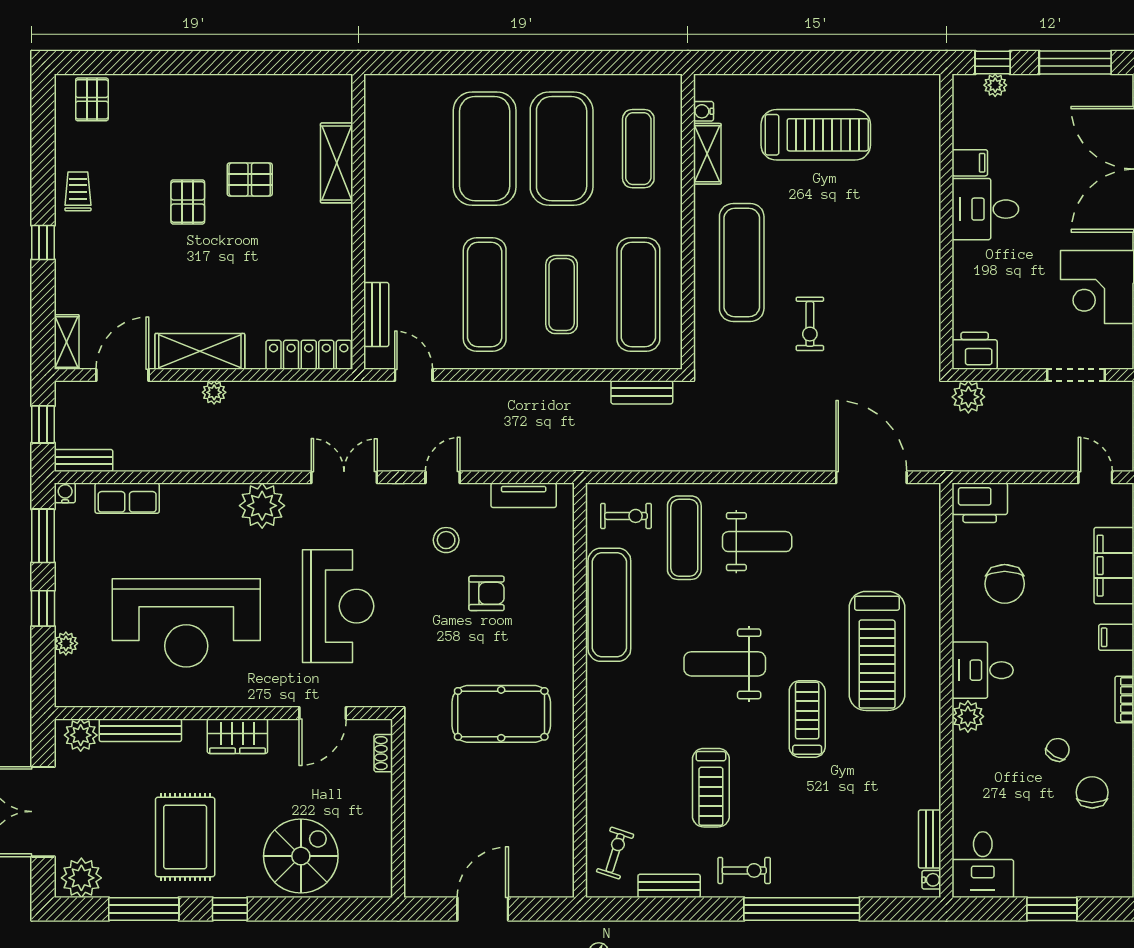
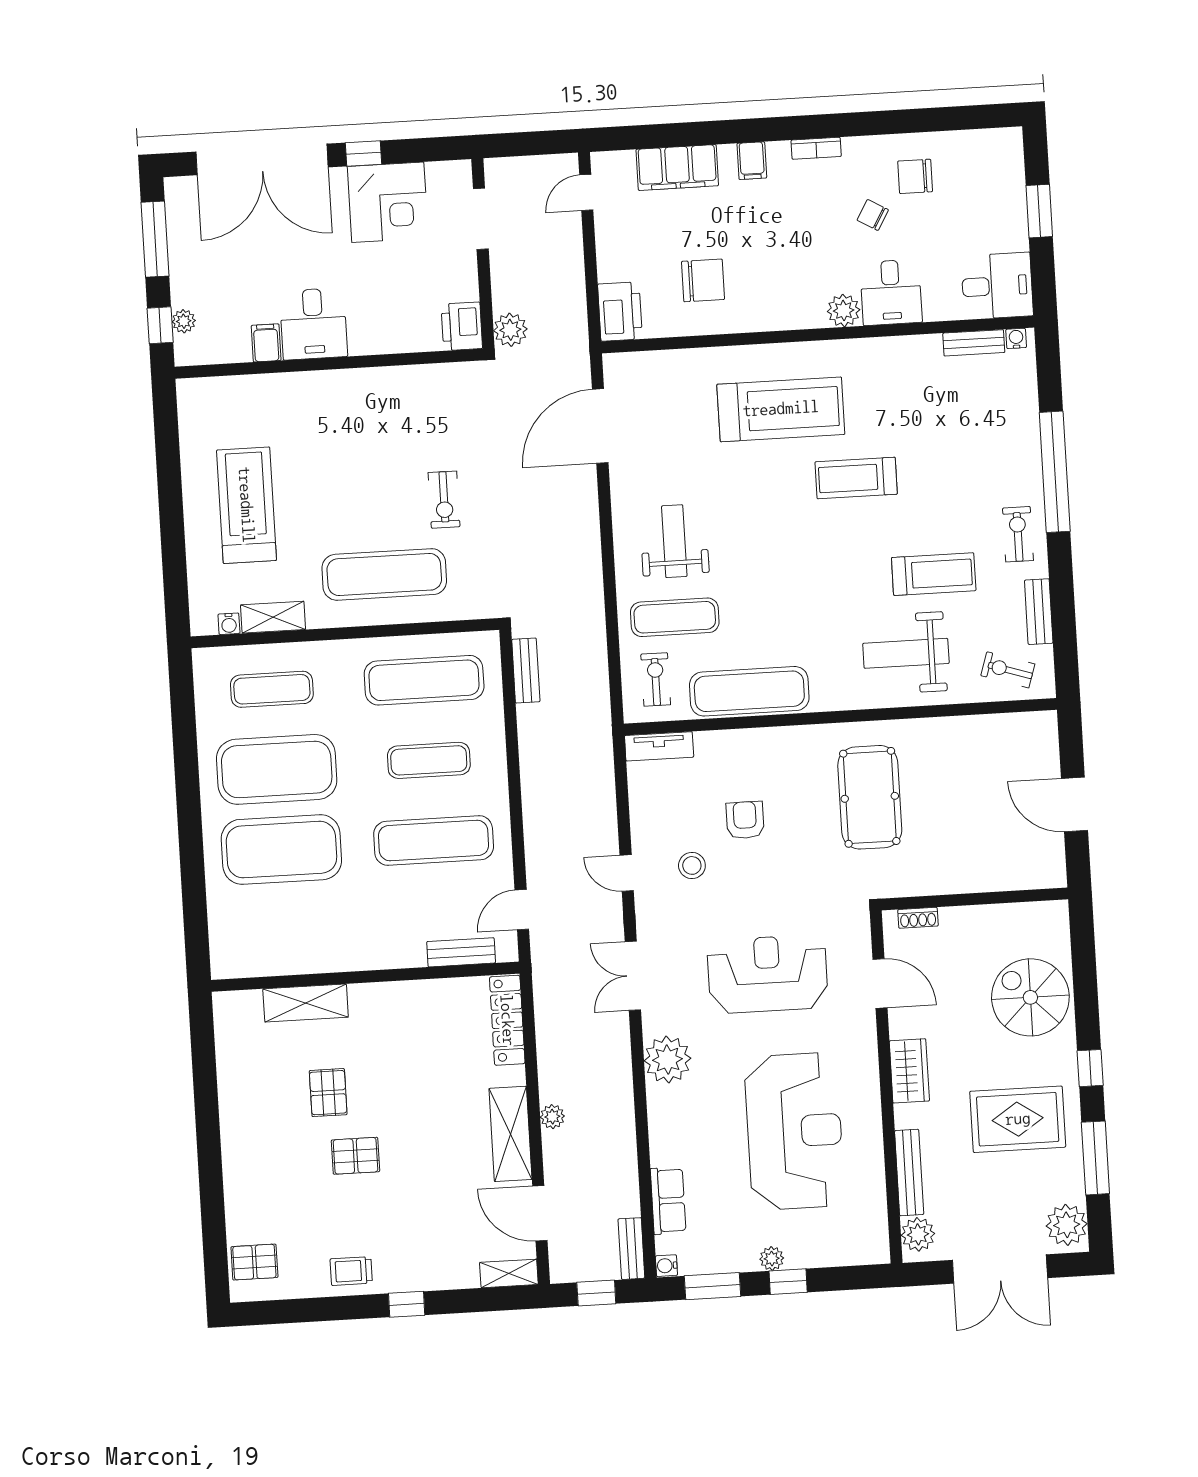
exercise bike: (810, 324) -> (444, 500), turned 90
tv unit: (524, 495) -> (659, 746), moved, turned 90
plant: (66, 643) -> (772, 1259), moved
weight bench: (725, 664) -> (906, 653), moved, turned 90
desk: (983, 670) -> (891, 292), moved

